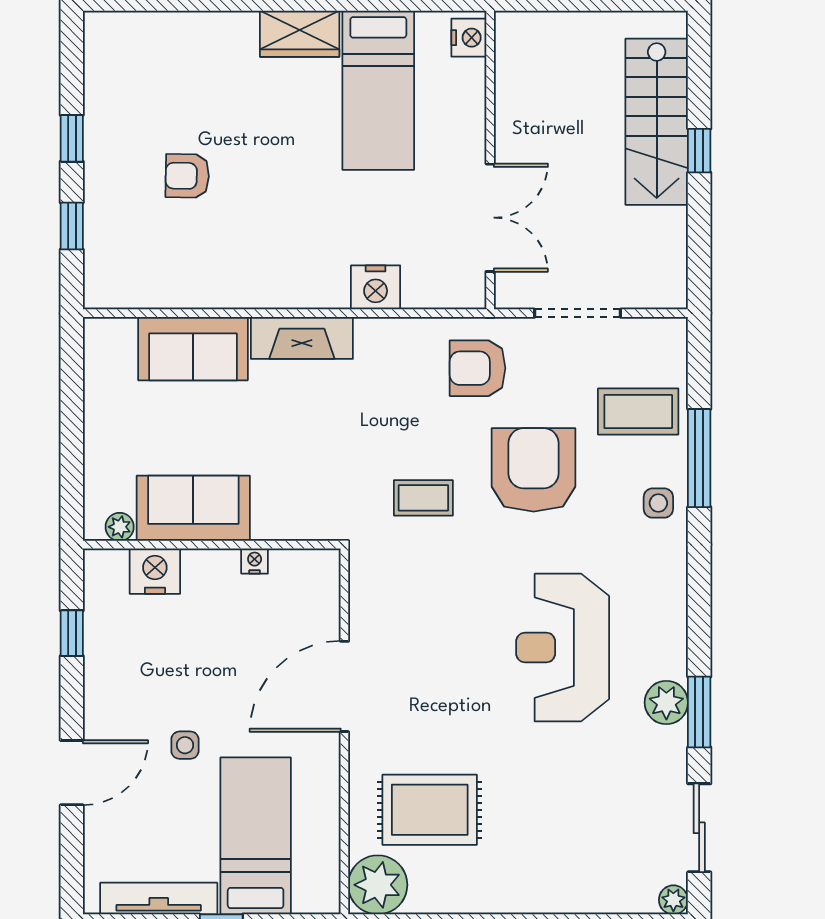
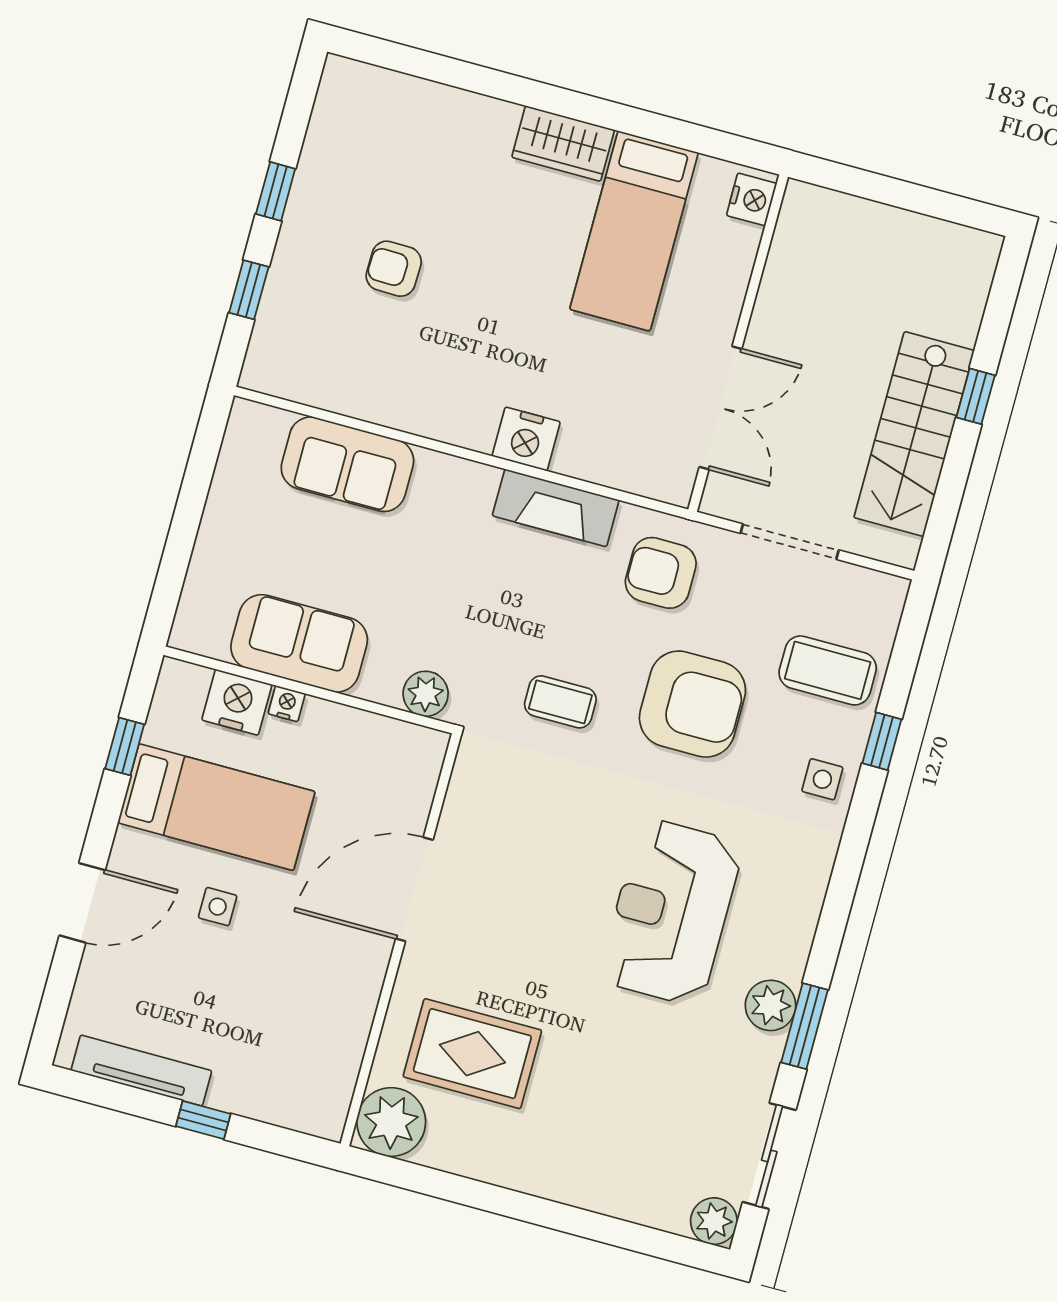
stairs: (657, 122) -> (914, 434), moved
nightstand: (376, 287) -> (526, 439), moved
fireplace: (302, 338) -> (556, 508), moved
window: (699, 458) -> (882, 741), width x0.46
armchair: (534, 470) -> (692, 704), turned 90
plant: (120, 527) -> (426, 694), moved, width x1.38, depth x1.38
nightstand: (255, 561) -> (287, 704), moved
bed: (256, 836) -> (216, 807), moved, turned 90
plant: (673, 900) -> (714, 1221), width x1.38, depth x1.38

